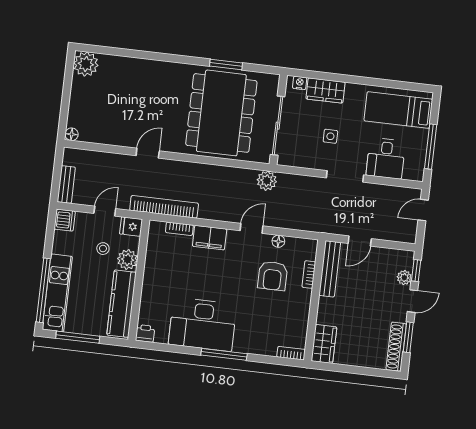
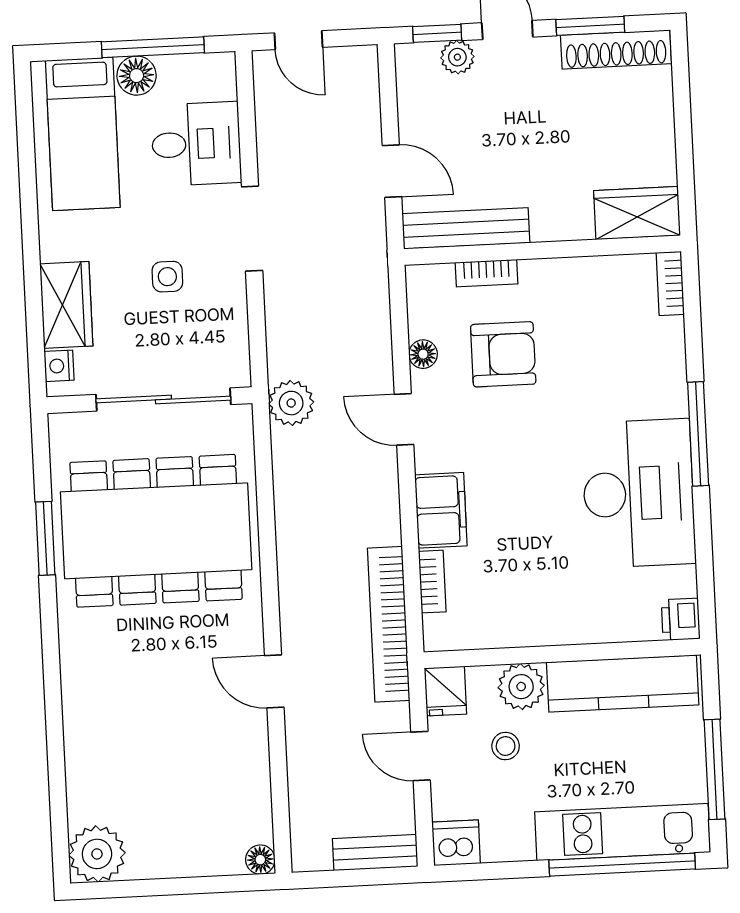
floor lamp: (420, 137) -> (137, 76), added

